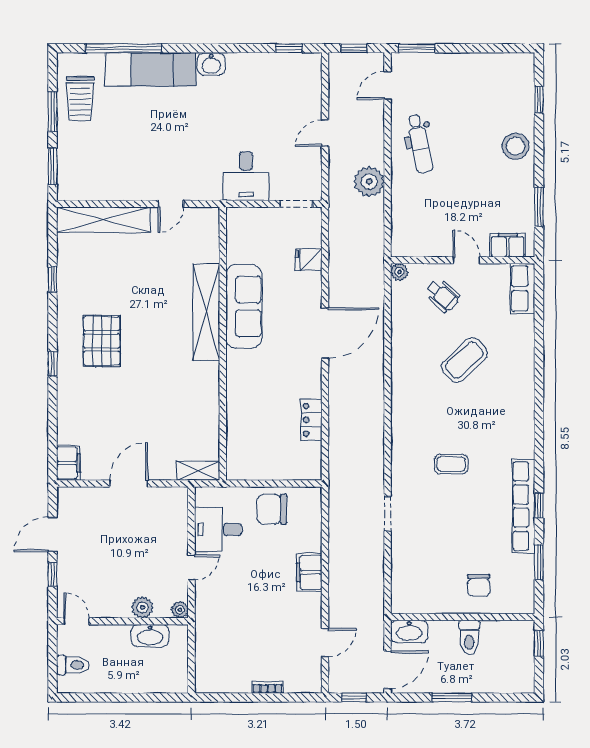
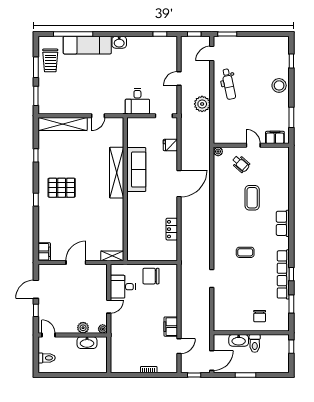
row of seats: (523, 289) -> (283, 223), moved
pallet: (102, 341) -> (62, 188), turned 90
coffee table: (464, 360) -> (252, 198), turned -47
filing cabinet: (309, 572) -> (171, 327), moved
washbasin: (409, 632) -> (239, 340), moved

